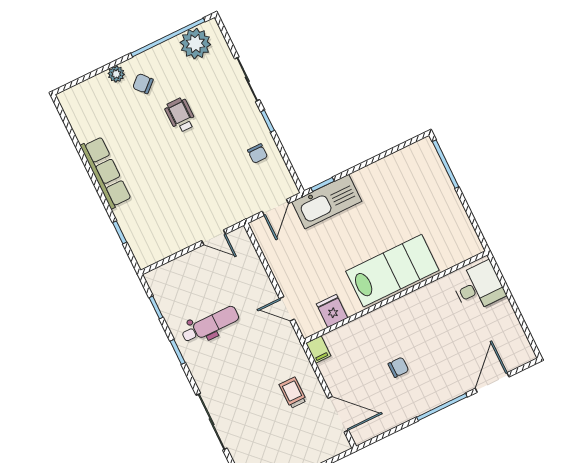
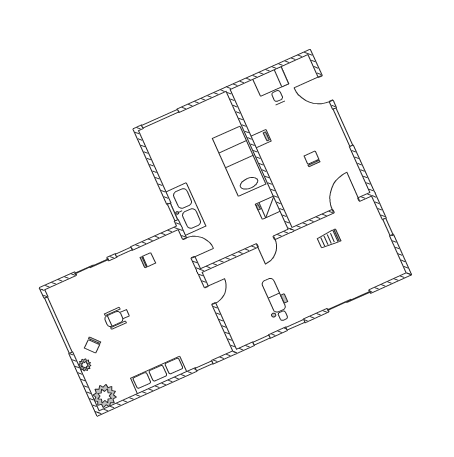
plant: (195, 44) -> (105, 396), moved
desk: (478, 287) -> (274, 88), moved
filing cabinet: (318, 349) -> (261, 139), moved

